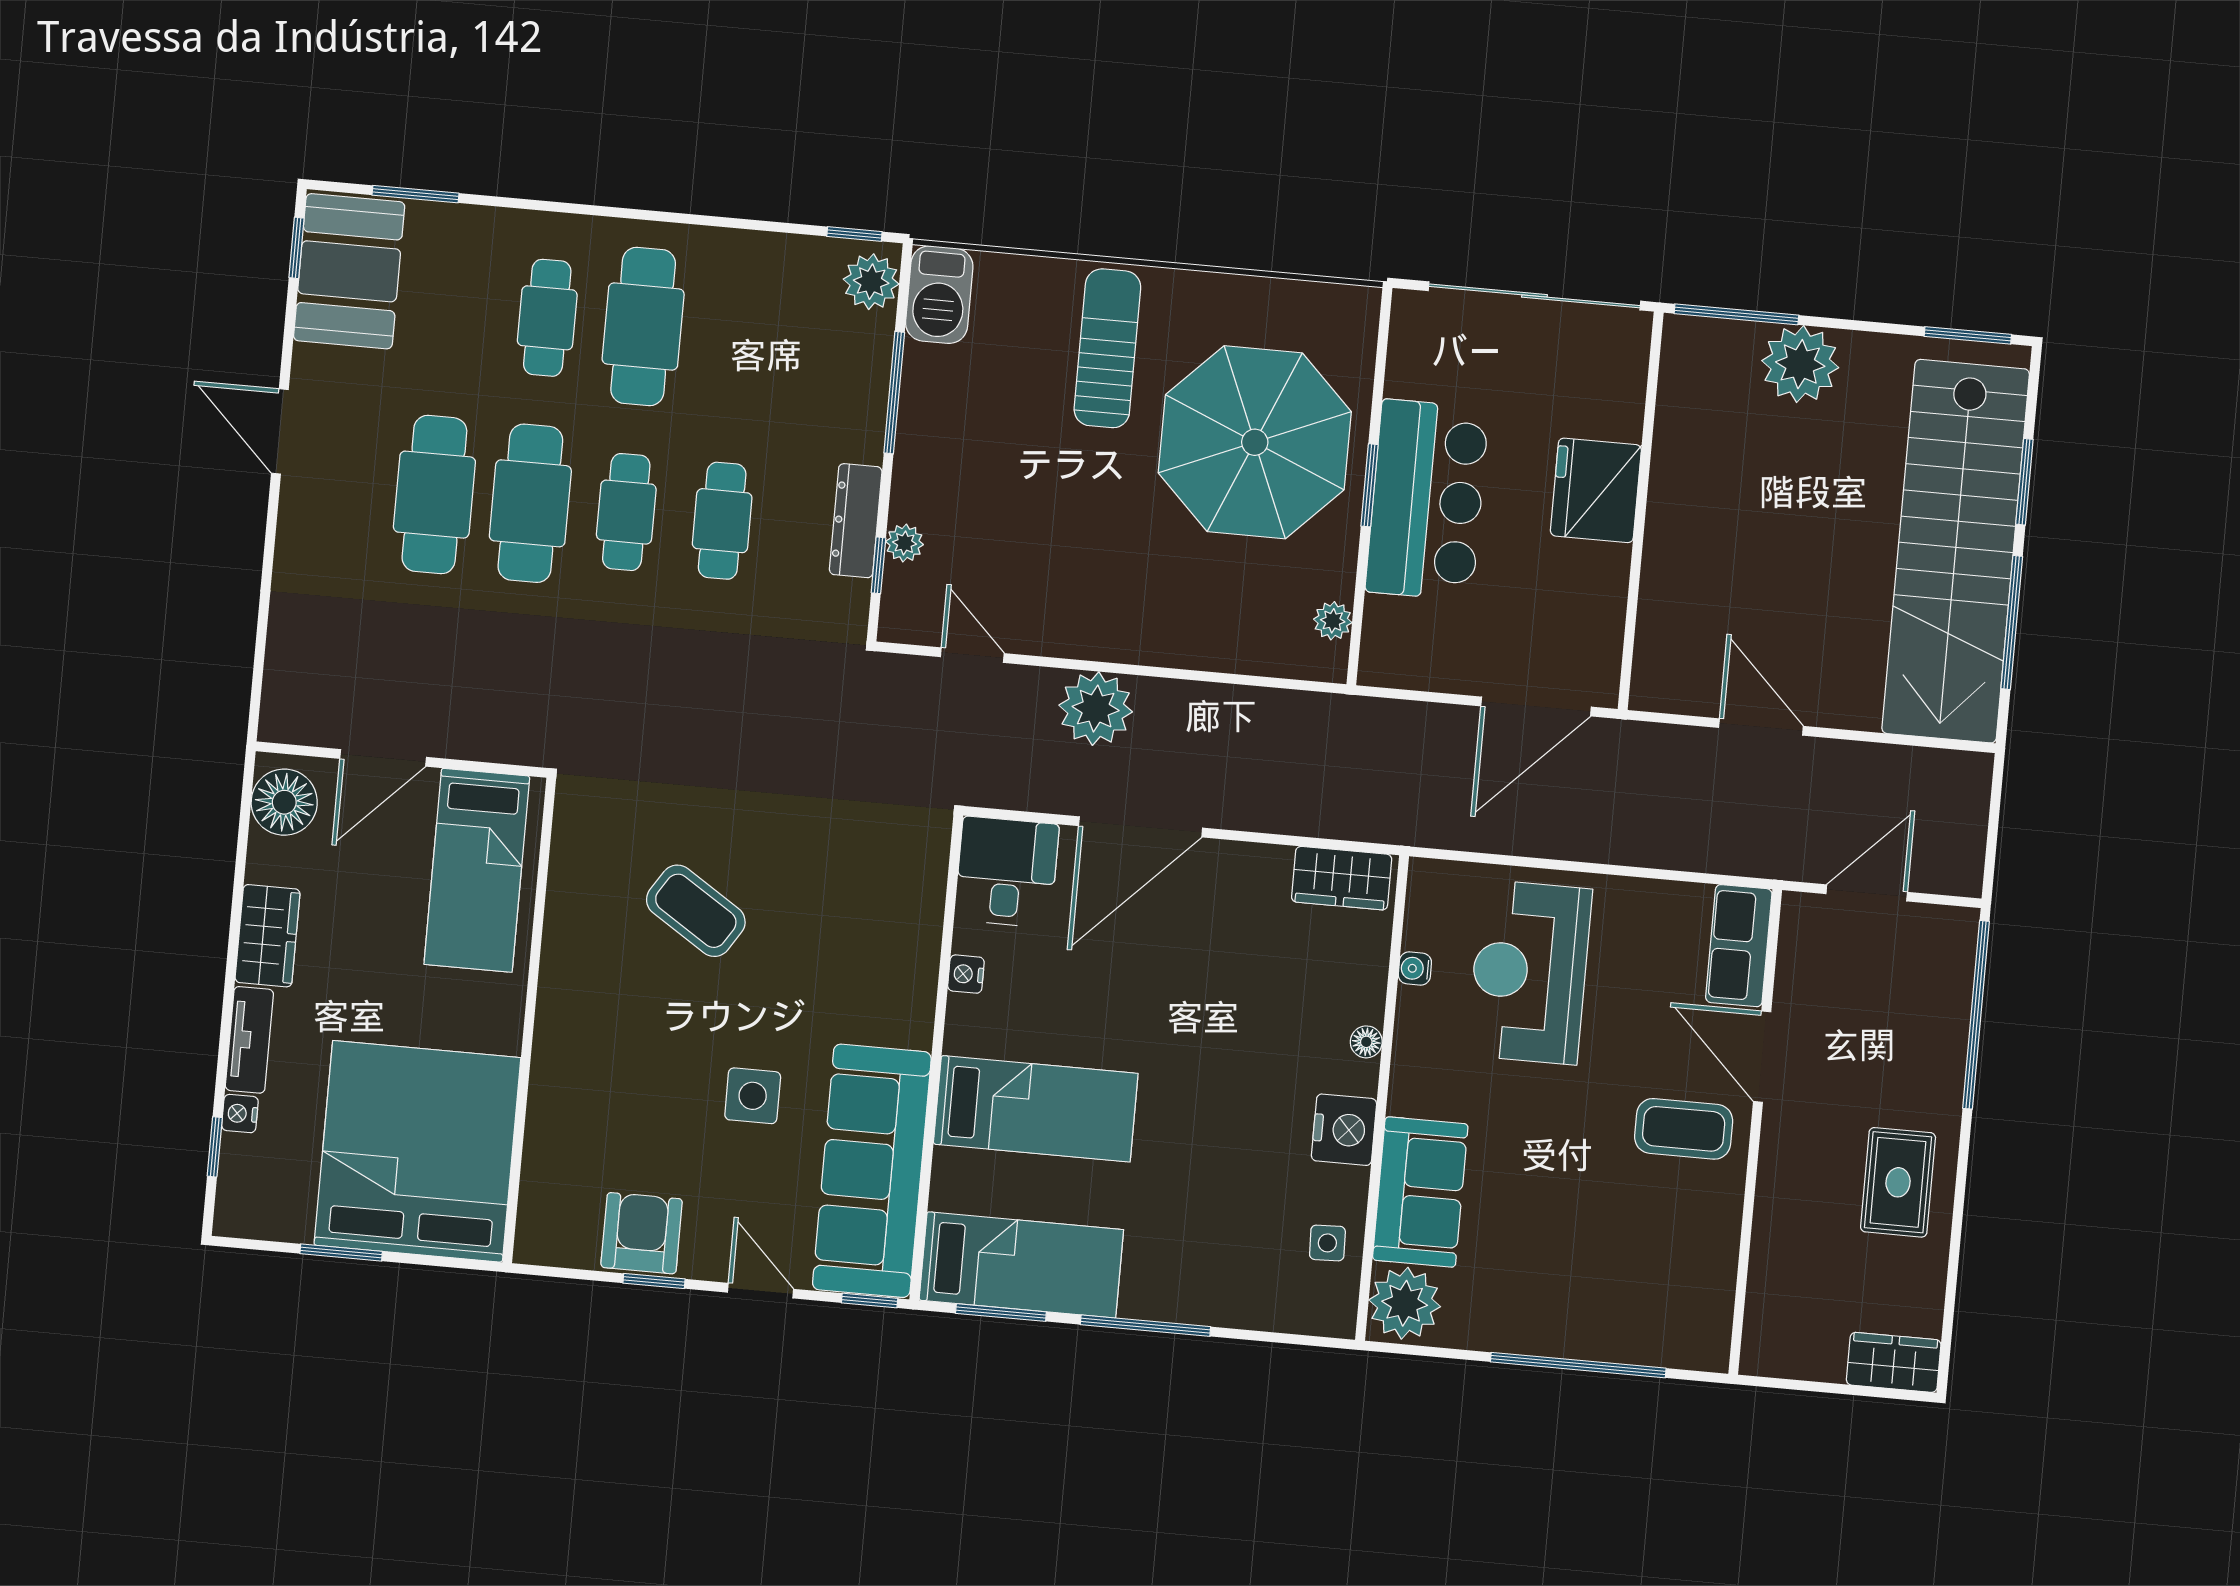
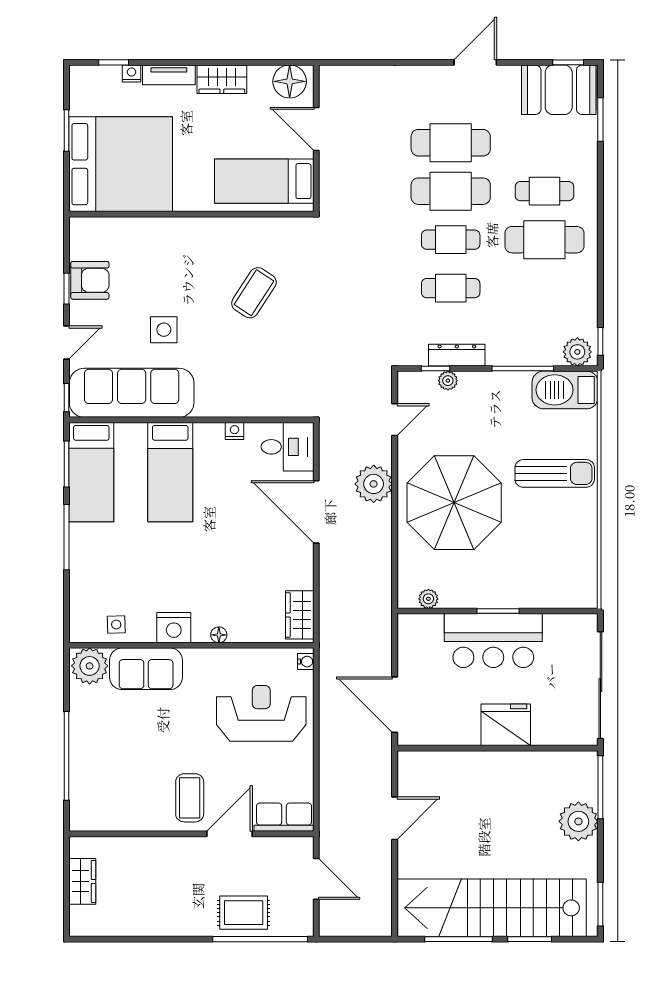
barbecue: (939, 295) -> (565, 390), width x1.37, depth x1.21
parasol: (1255, 442) -> (454, 503), moved
water cooler: (1415, 969) -> (306, 662), moved, turned 90
rug: (1898, 1182) -> (244, 913), moved
wardrobe: (1894, 1362) -> (82, 881), moved

